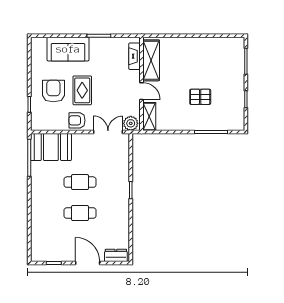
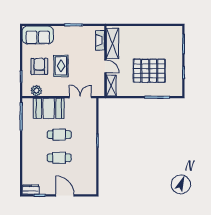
sofa: (68, 49) -> (38, 35), moved
pallet: (200, 97) -> (149, 71), width x2.05, depth x2.00
armchair: (77, 120) -> (57, 88), removed
plant: (131, 123) -> (36, 91), moved
booth: (51, 147) -> (49, 108), moved
dresser: (116, 255) -> (31, 190), moved

